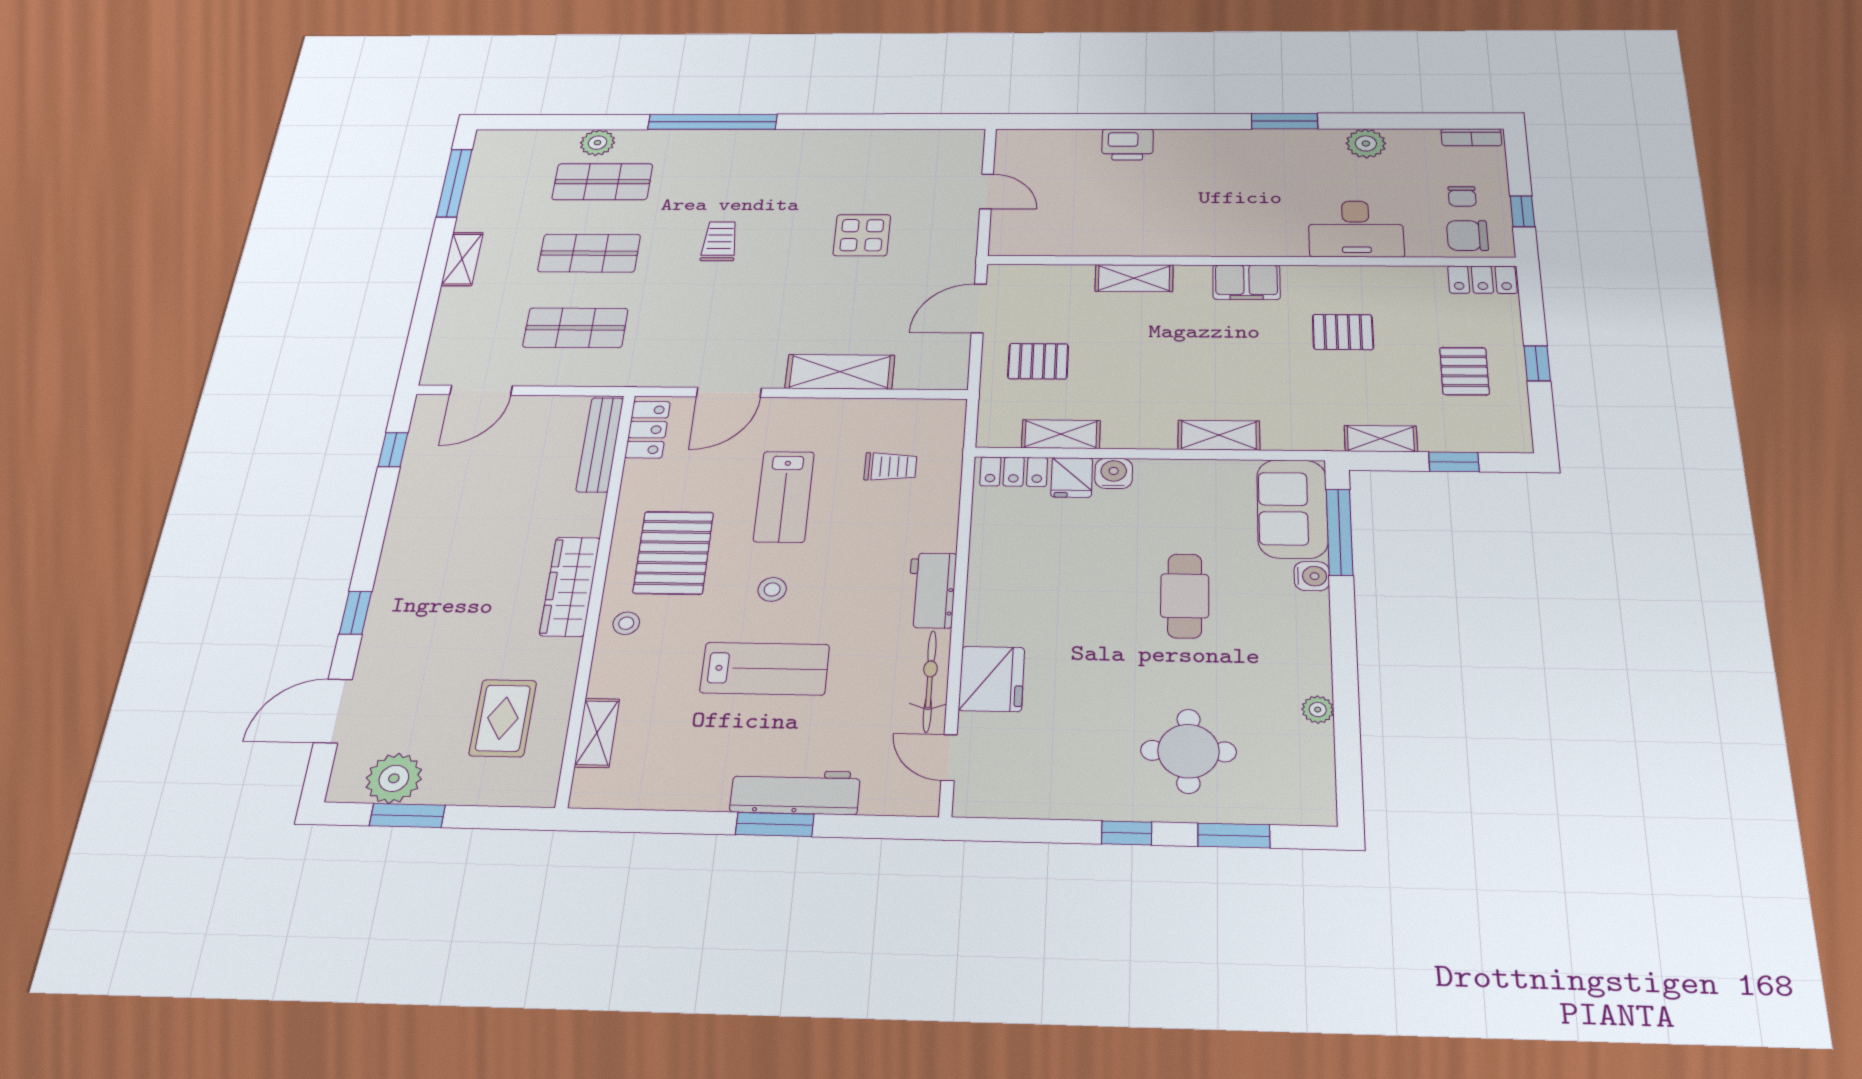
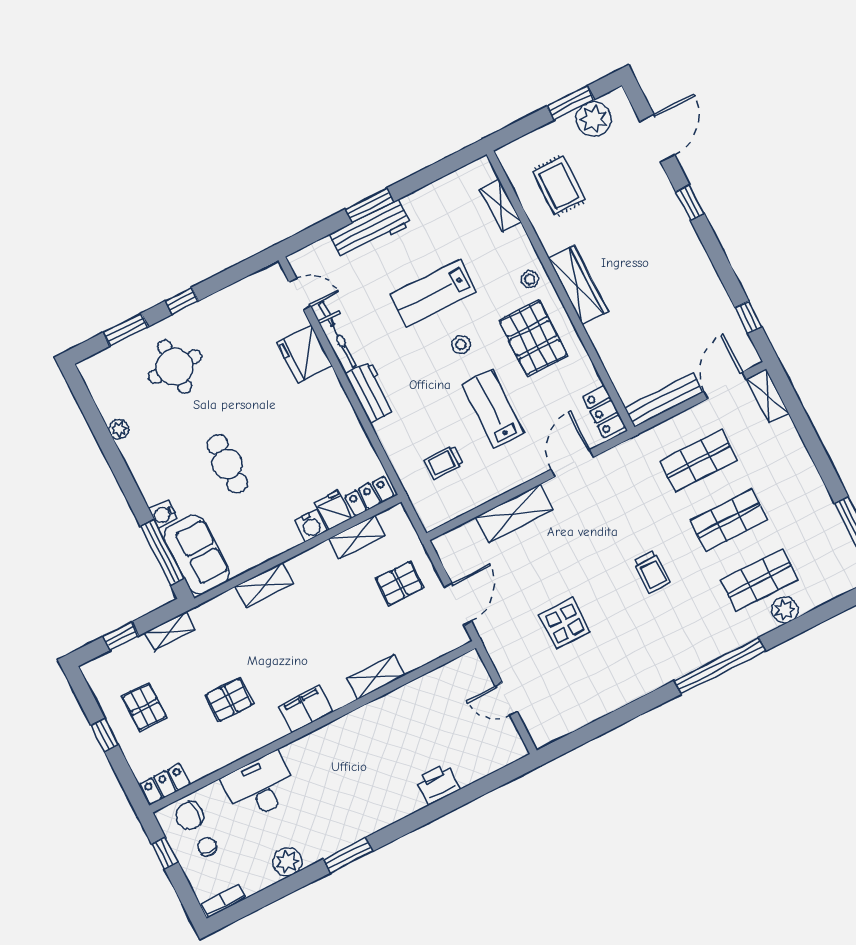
chair: (1467, 236) -> (190, 816), turned 180
shelving: (462, 259) -> (768, 396), moved
bench: (600, 444) -> (664, 400), moved, turned 90

